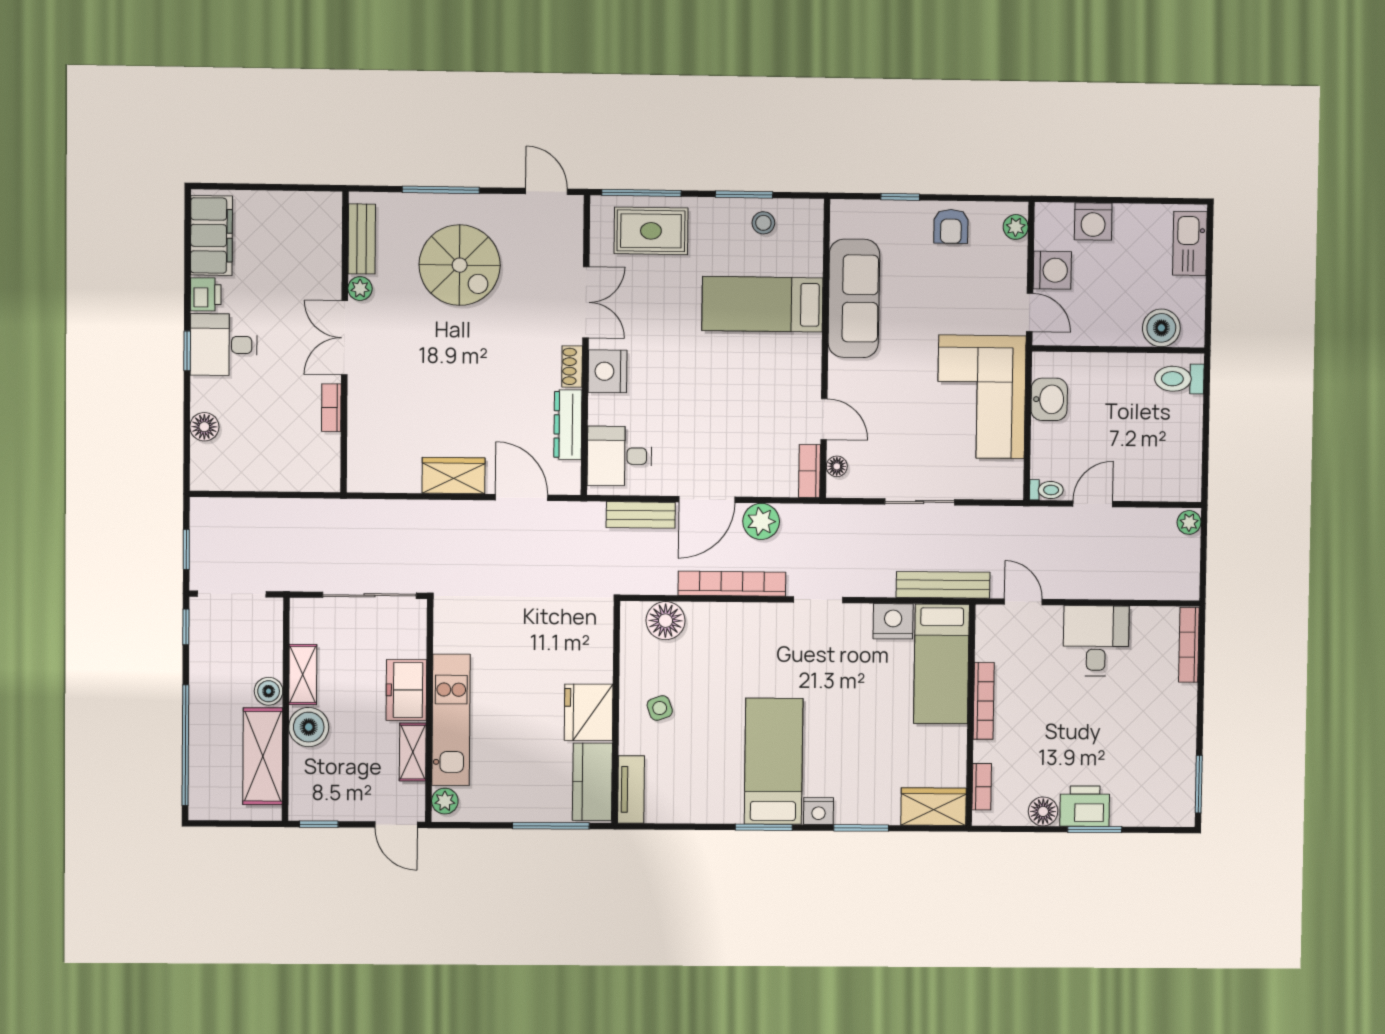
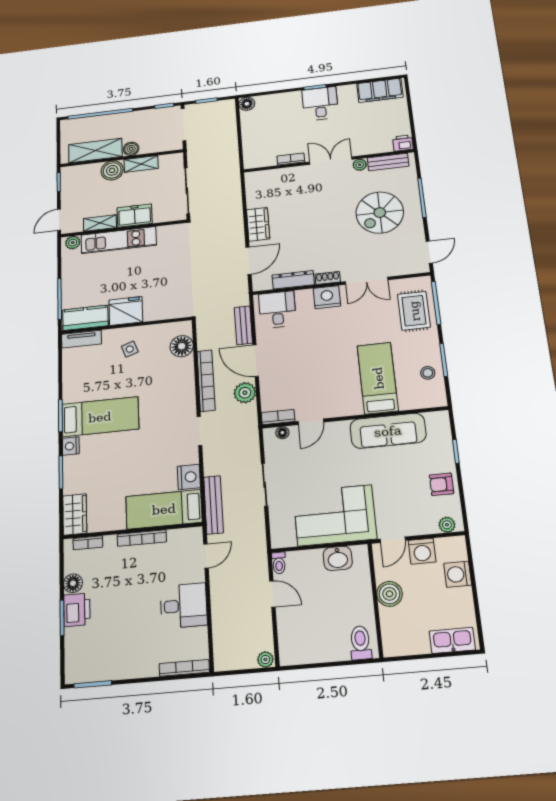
printer: (206, 294) -> (403, 143), moved, turned 180
boiler: (1161, 328) -> (389, 594), moved
floor lamp: (204, 427) -> (247, 104), moved

